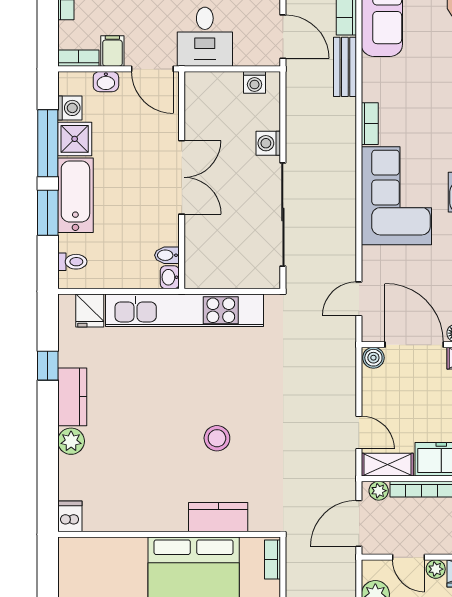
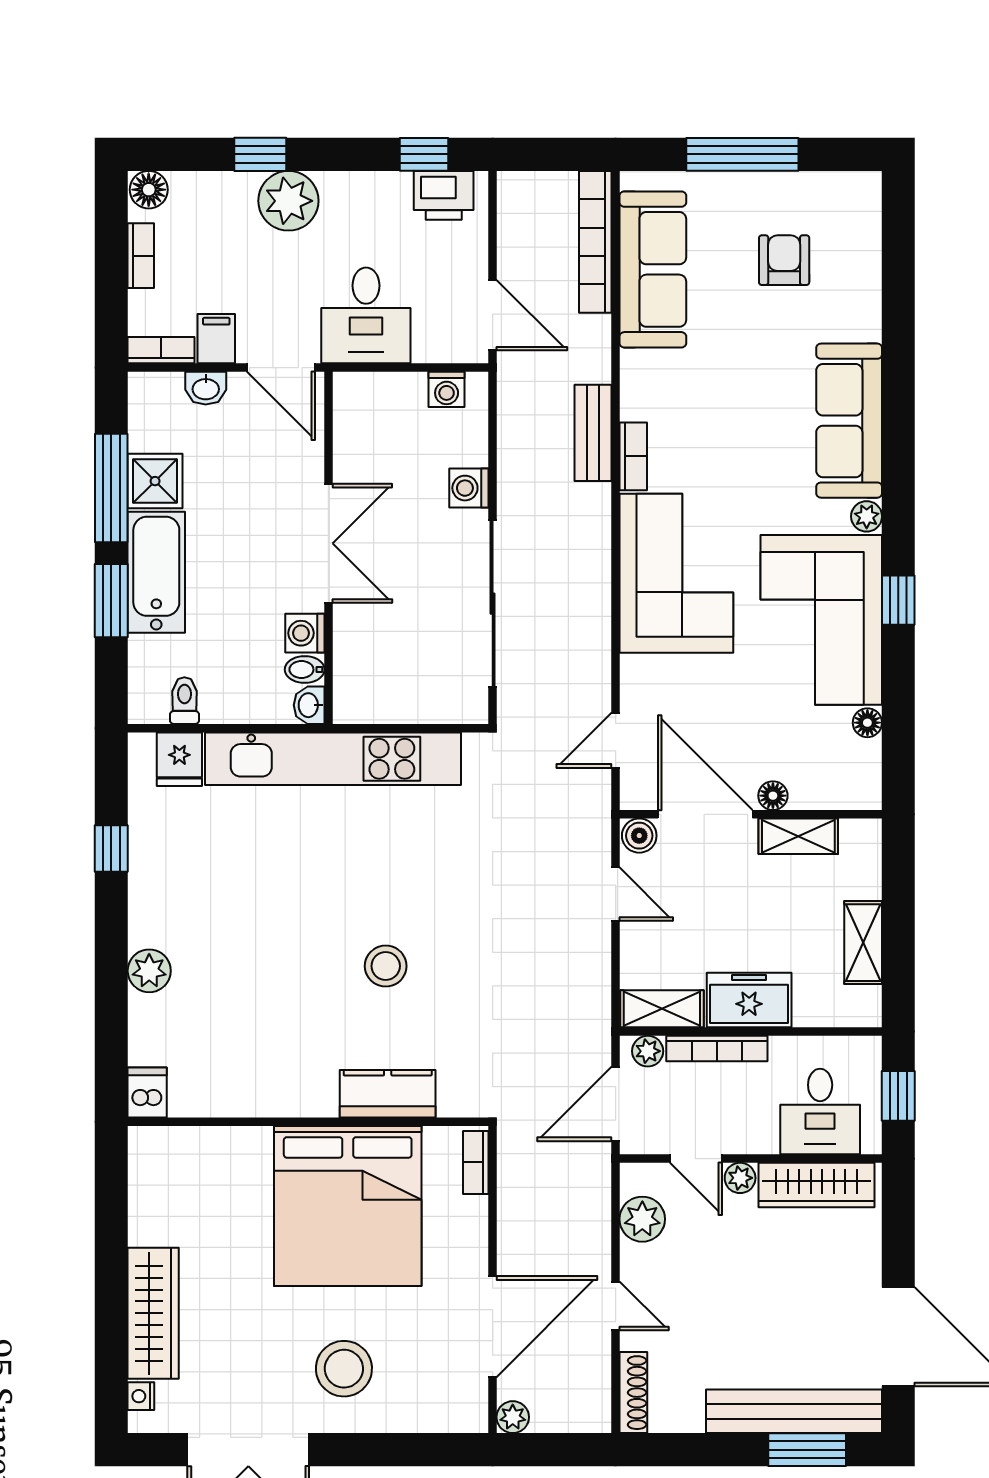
bench: (345, 67) -> (593, 433), moved
washing machine: (70, 108) -> (305, 633), moved, turned 180
toilet: (72, 262) -> (184, 701), moved, turned -90
kitchen counter: (72, 397) -> (151, 899), removed
door: (359, 433) -> (616, 894), moved

